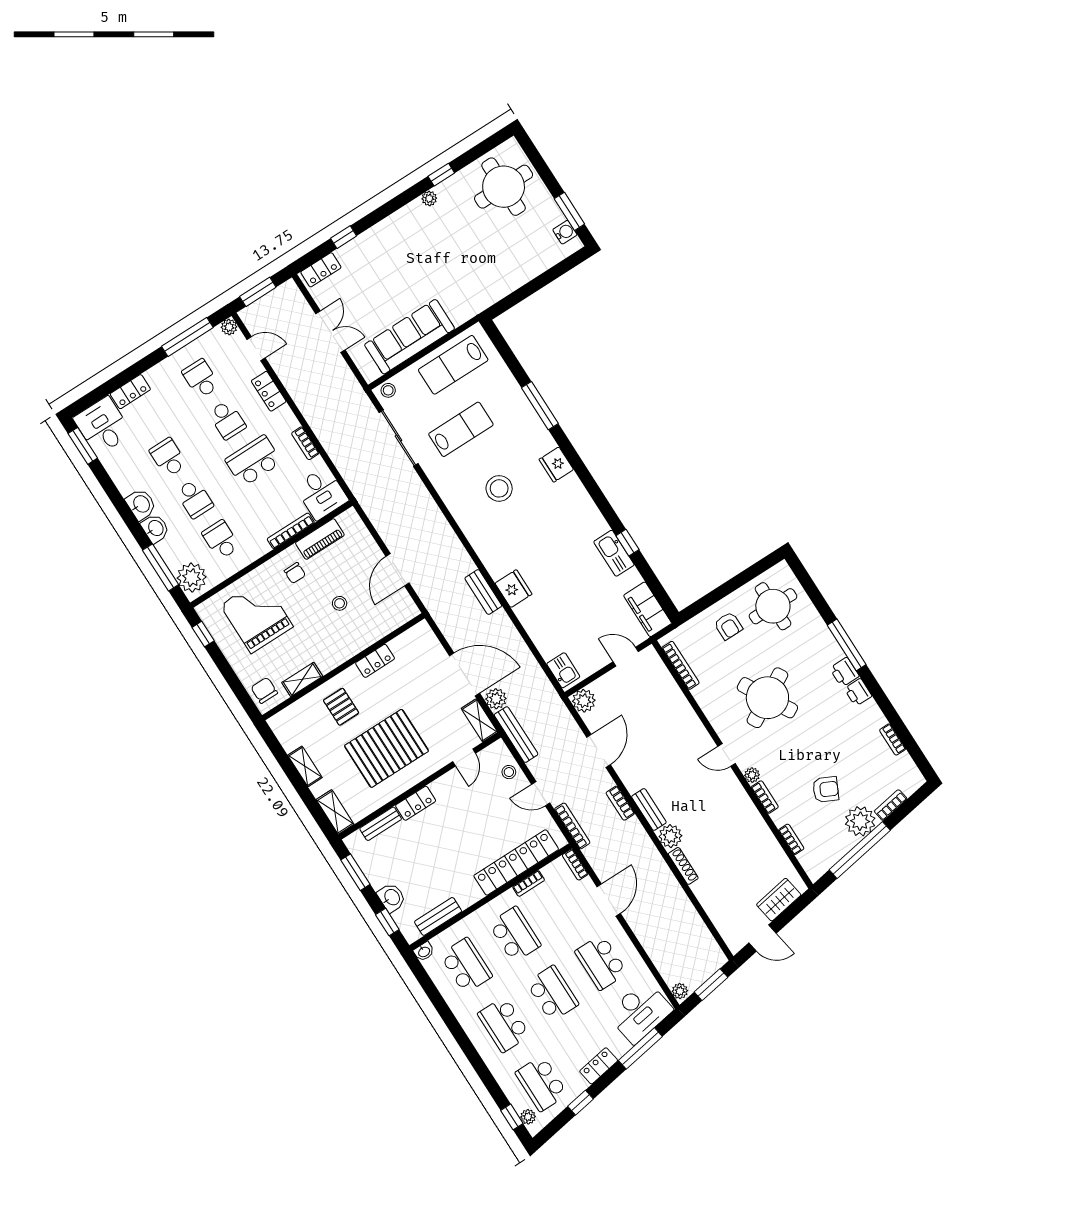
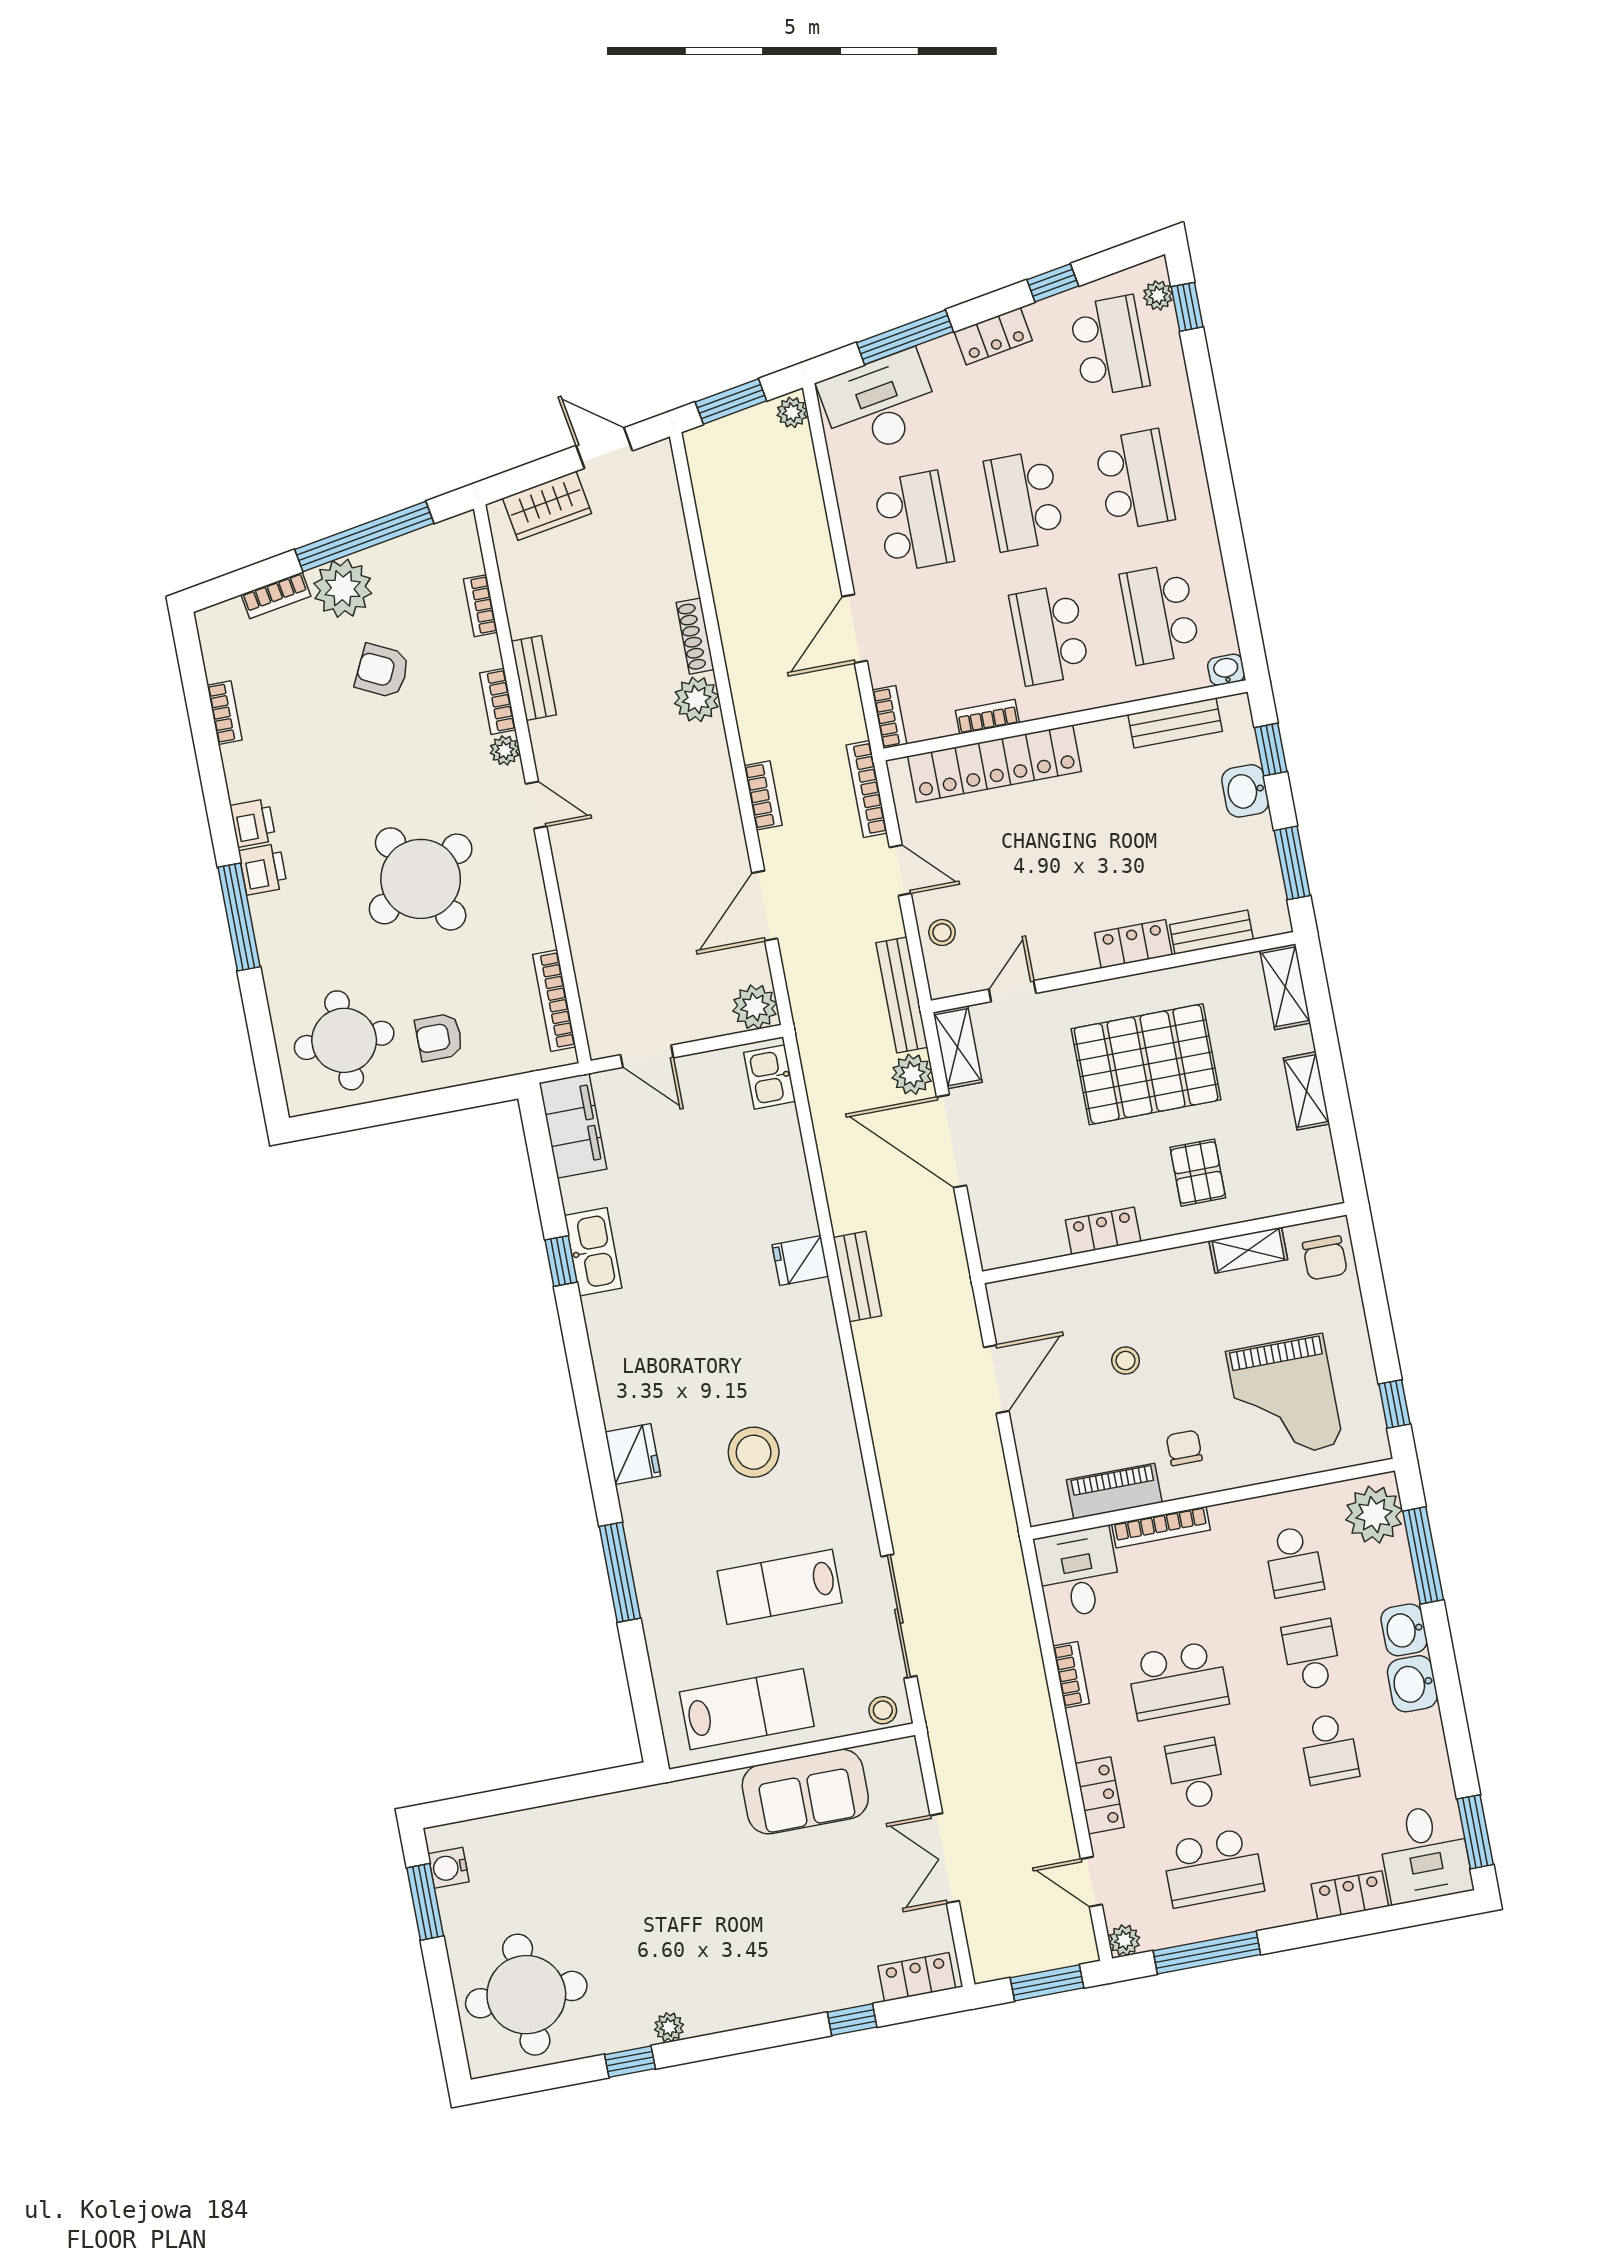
sofa: (410, 337) -> (805, 1792), width x0.73
school desk: (201, 379) -> (1213, 1867), width x1.85
fridge: (513, 589) -> (800, 1261), width x0.72
armchair: (728, 626) -> (439, 1037), turned -90
bench: (649, 809) -> (534, 678), moved

